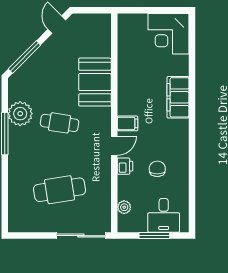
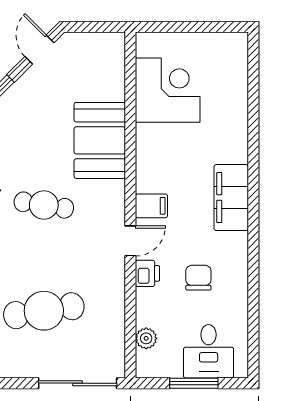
corner desk: (168, 34) -> (168, 90), moved, turned 180
filing cabinet: (178, 97) -> (231, 198), moved

